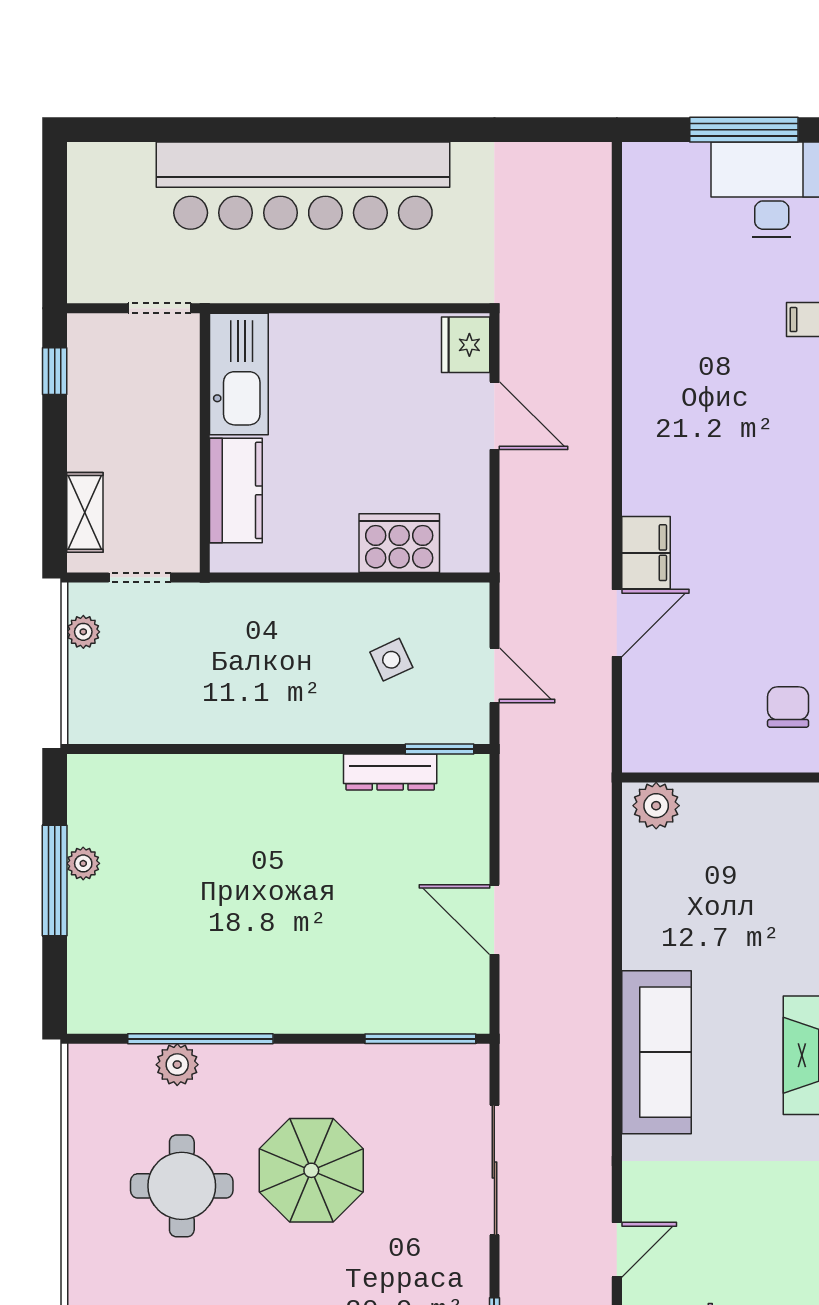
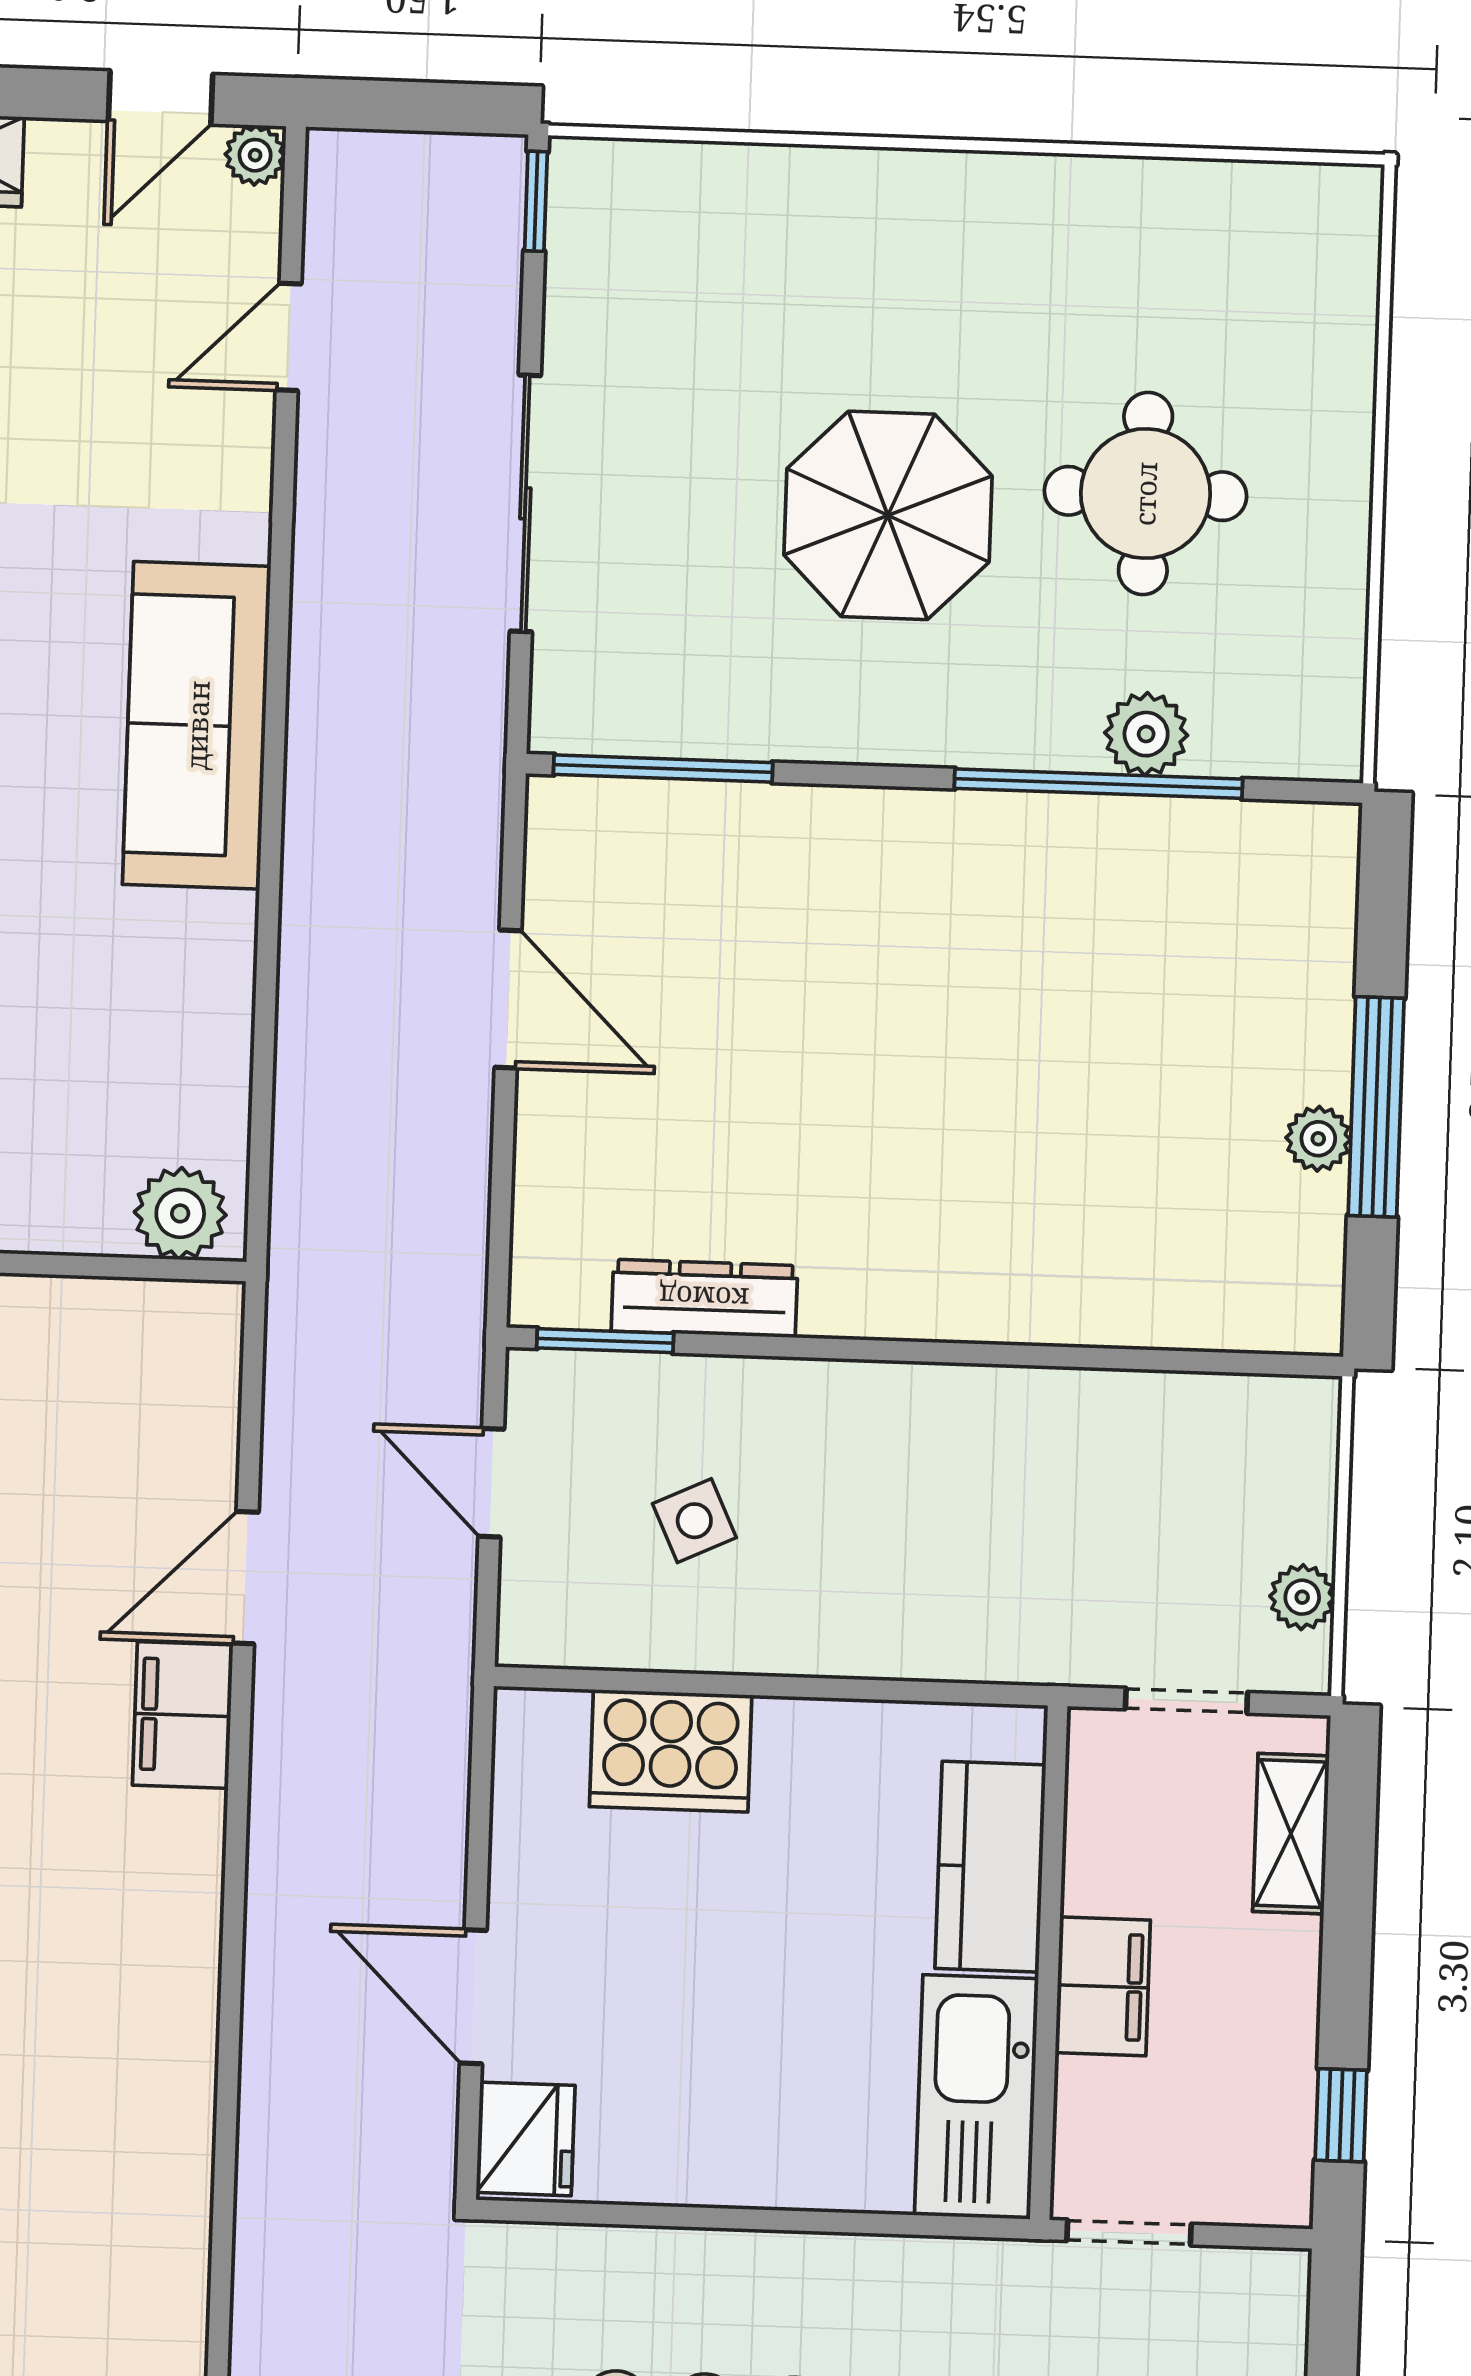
filing cabinet: (177, 432) -> (1103, 1986), added

